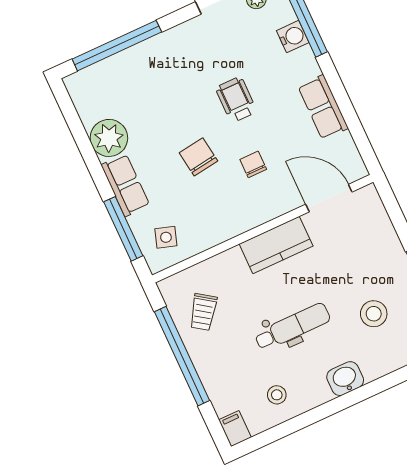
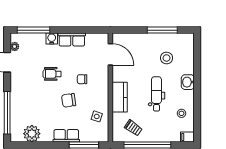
water cooler: (293, 37) -> (52, 39), moved
plant: (109, 138) -> (32, 134), moved
door: (329, 198) -> (110, 54), swing flipped
side table: (166, 237) -> (97, 116), moved
kitchen counter: (276, 245) -> (120, 97), moved

